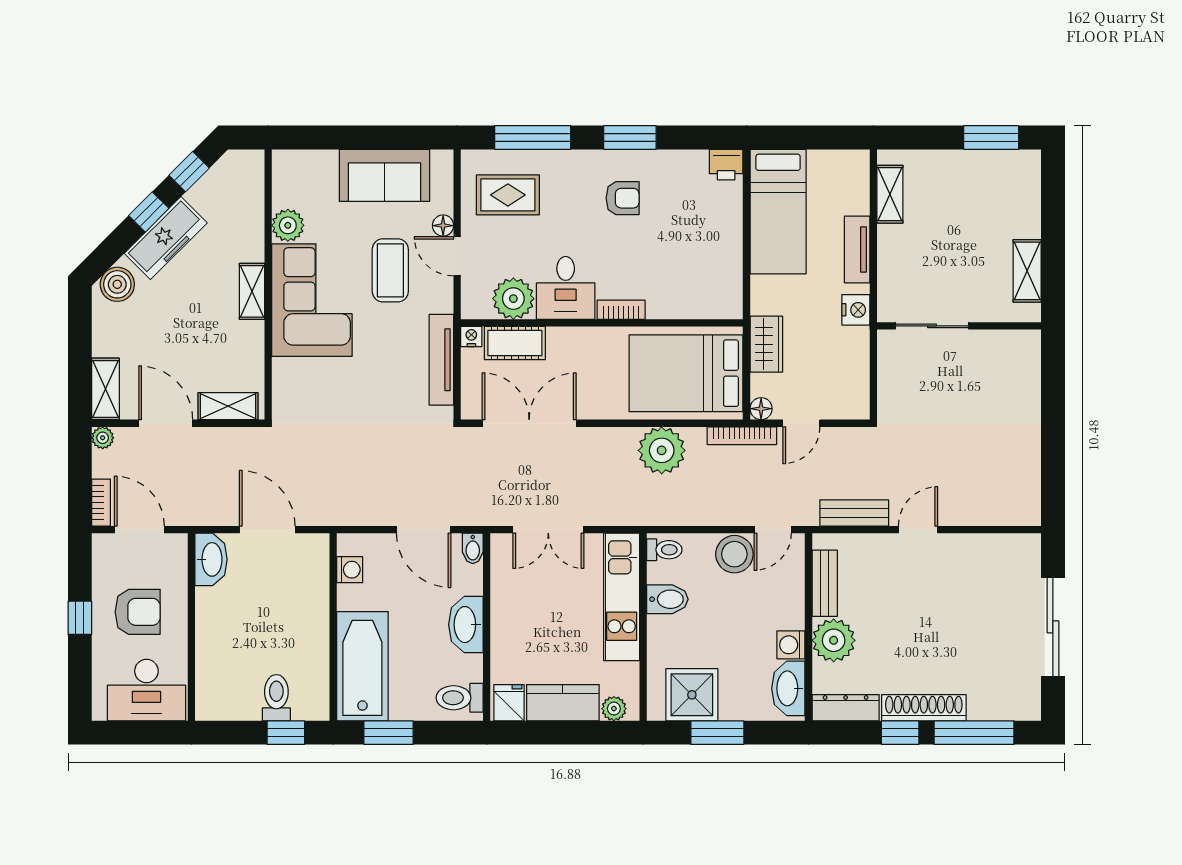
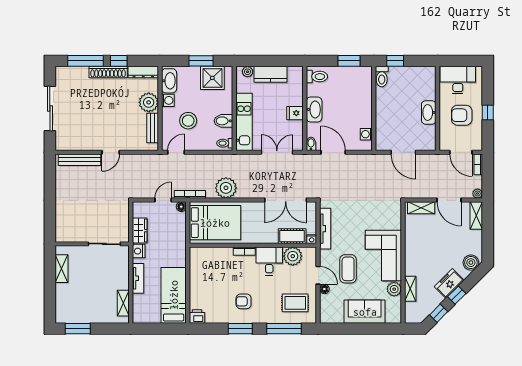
sofa: (384, 175) -> (365, 312), moved
freezer: (166, 238) -> (449, 283), width x0.71
shelving: (252, 291) -> (410, 289), moved
wardrobe: (766, 344) -> (140, 231), moved, turned 180
bench: (854, 513) -> (80, 160), moved, width x1.36
stool: (734, 554) -> (188, 121), moved
washbasin: (211, 559) -> (429, 112), moved
bathtub: (362, 666) -> (361, 91), removed
toilet: (276, 698) -> (382, 77), moved
fridge: (509, 703) -> (295, 113), moved, turned 90

